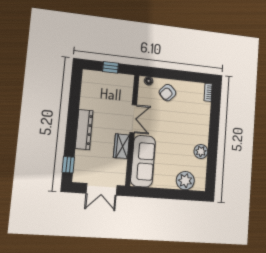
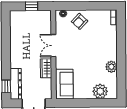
double door: (133, 119) -> (53, 46), swing flipped
dresser: (84, 130) -> (16, 84), moved
sofa: (143, 161) -> (64, 84), width x0.73

